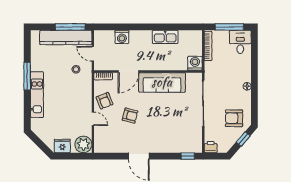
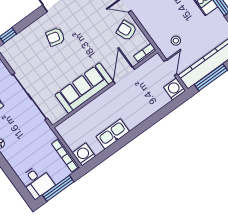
washing machine: (122, 37) -> (175, 89), moved
door: (93, 54) -> (170, 67), hinge flipped
washing machine: (195, 63) -> (84, 154), moved, turned 180
armchair: (130, 116) -> (55, 37), moved

